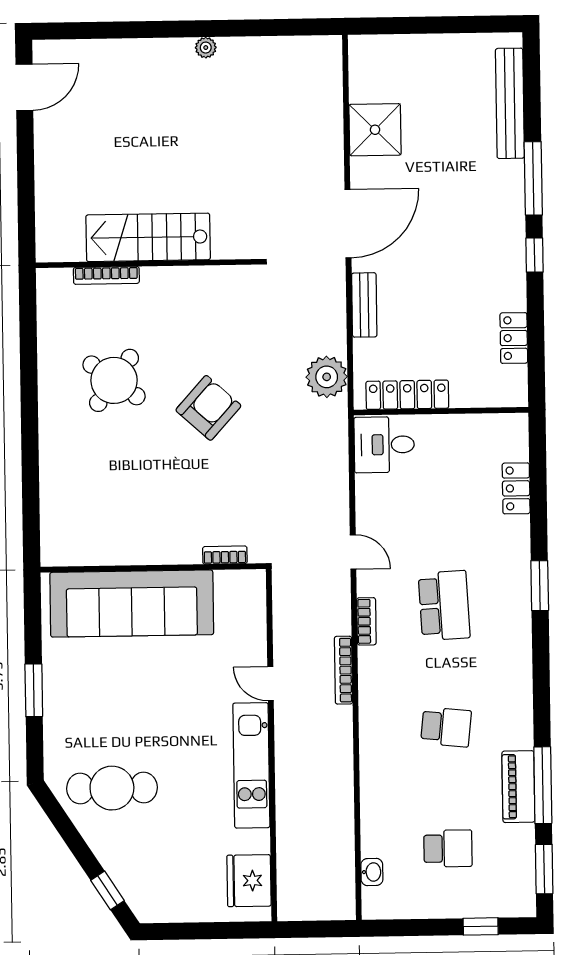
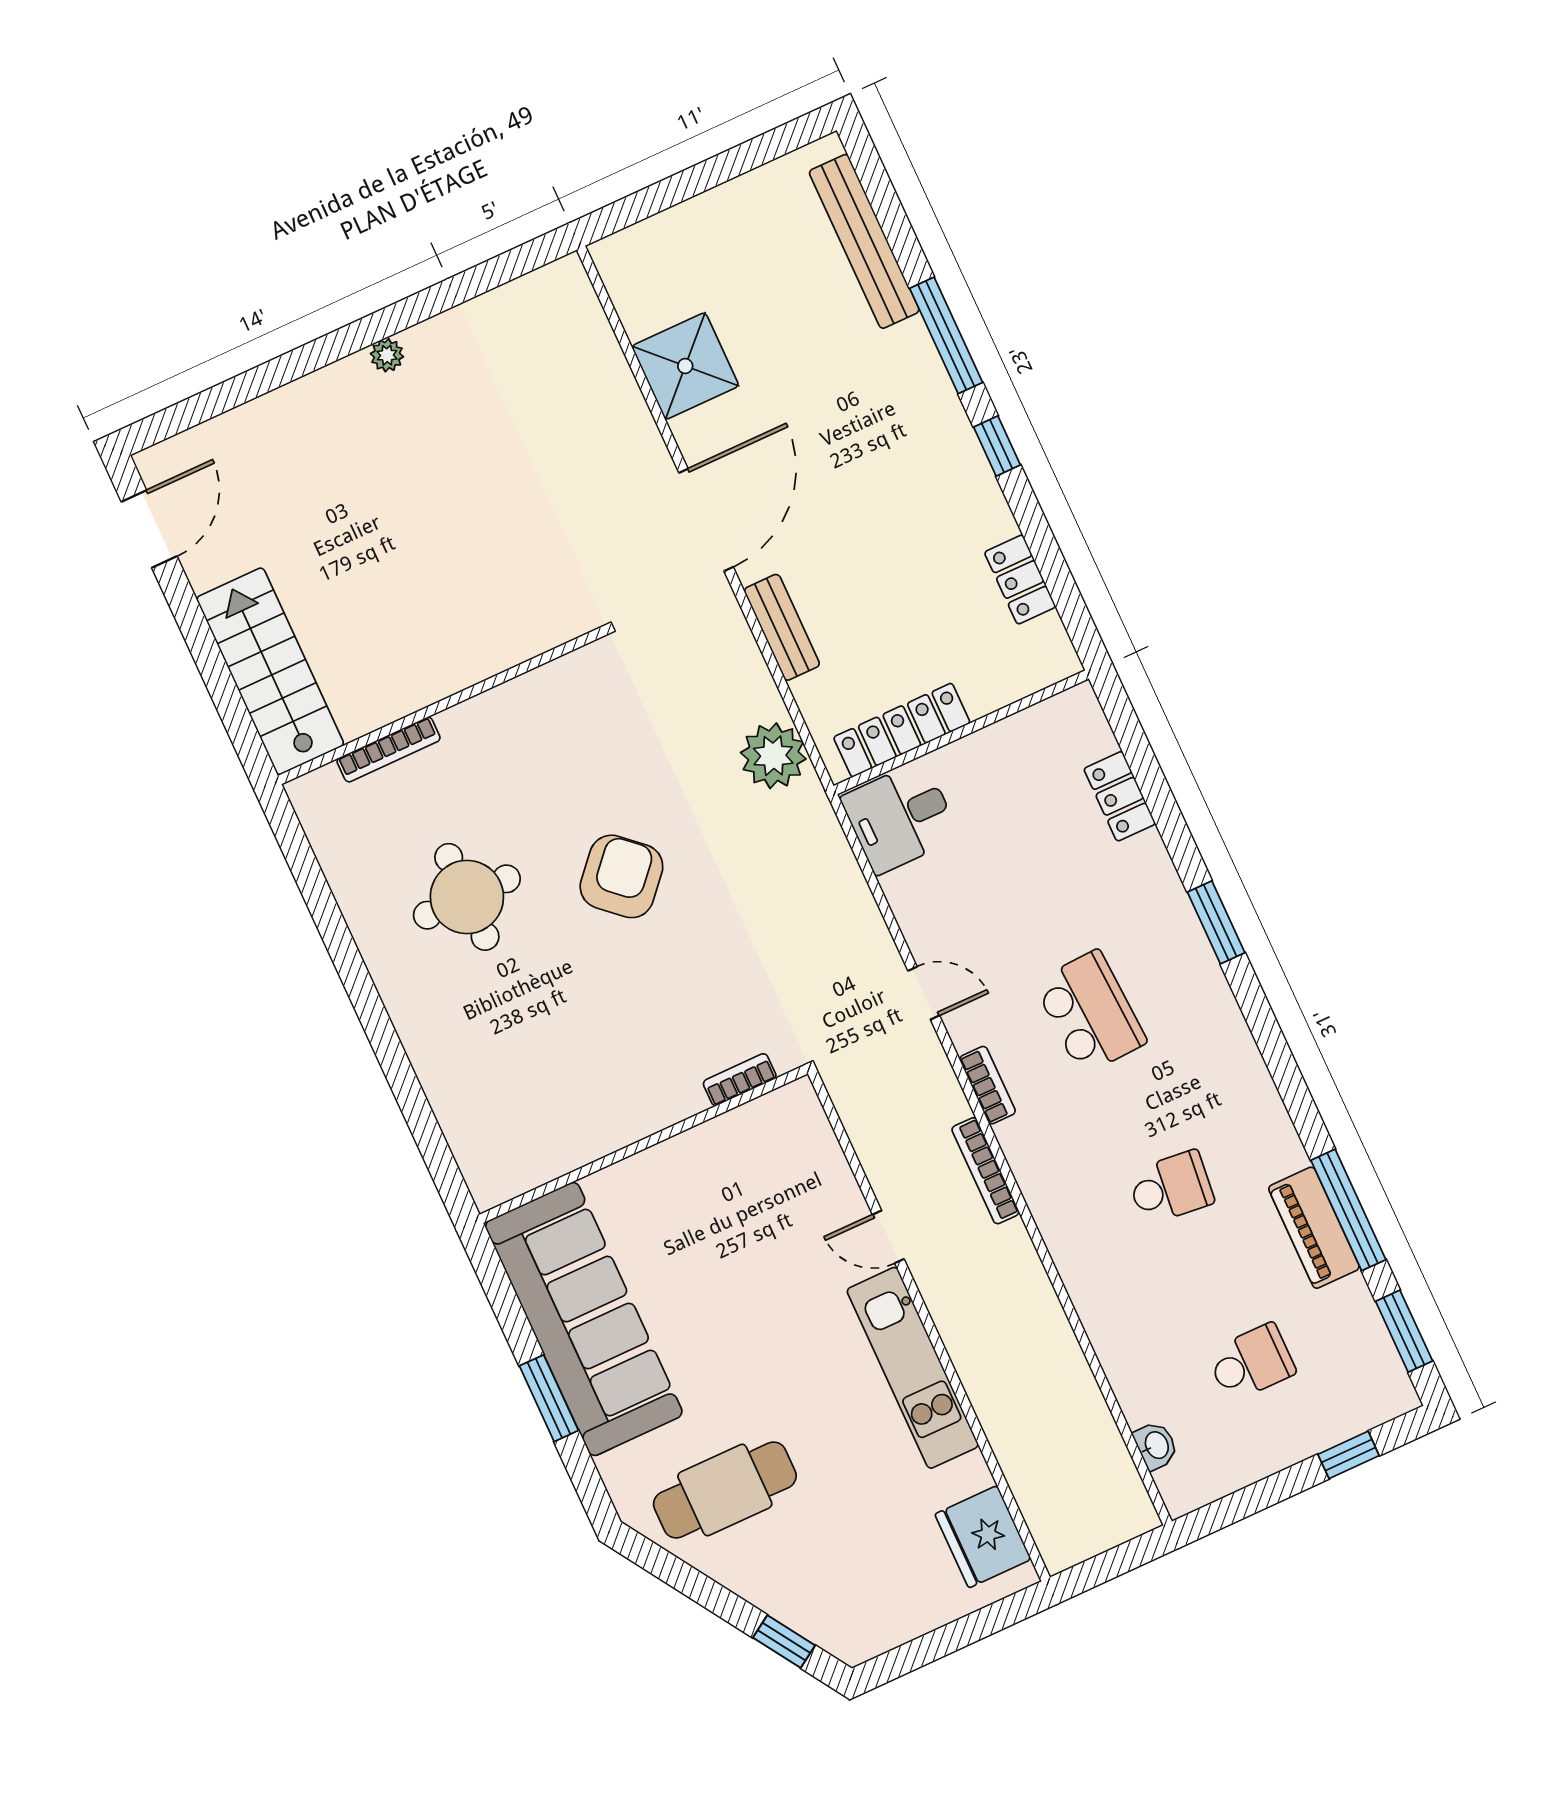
stairs: (148, 237) -> (270, 671), moved, turned 90
round table: (114, 380) -> (467, 897), turned -36
sofa: (132, 603) -> (584, 1319), moved, turned -90

